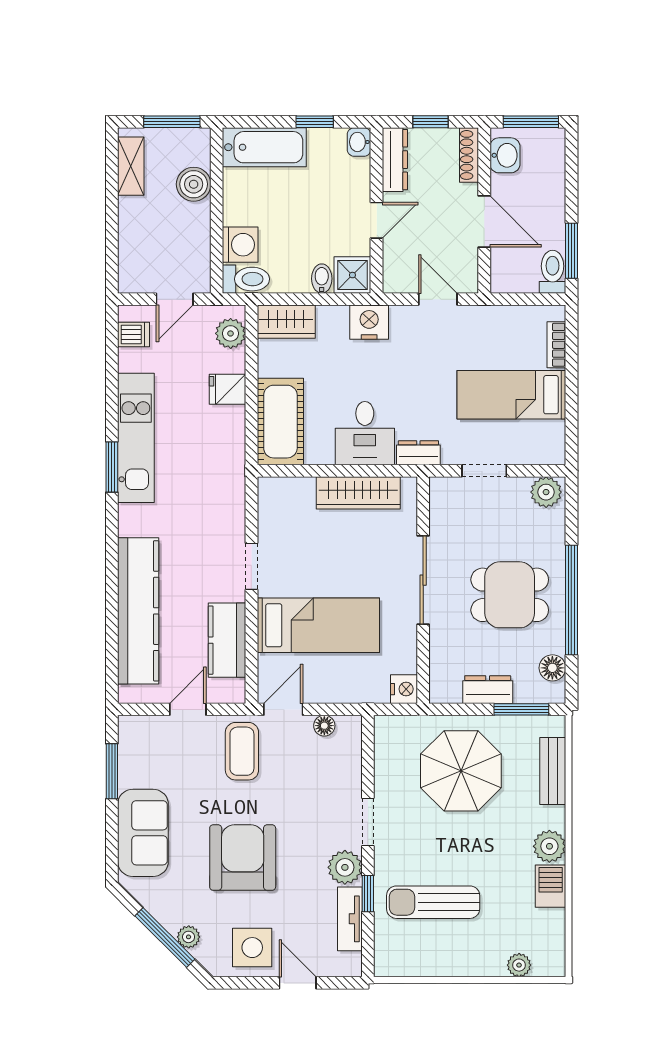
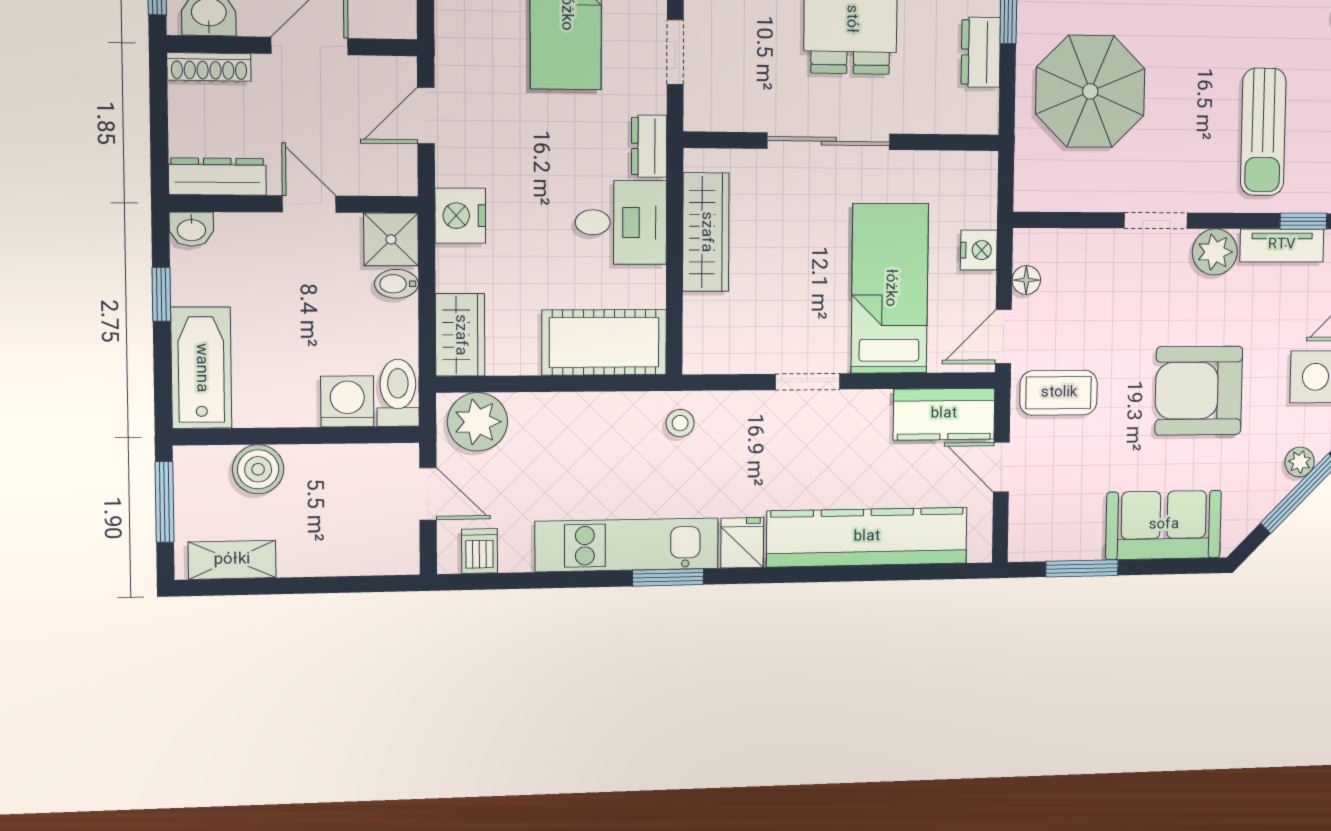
window: (430, 122) -> (159, 124), removed
plant: (231, 333) -> (477, 422), width x1.36, depth x1.36
fridge: (228, 389) -> (742, 543), moved, turned 180
stool: (223, 475) -> (680, 423), added
kitchen counter: (227, 640) -> (944, 414), moved
nightstand: (404, 689) -> (979, 250), moved, turned 90
door: (283, 709) -> (1003, 337), hinge flipped
window: (368, 894) -> (1303, 221), moved

